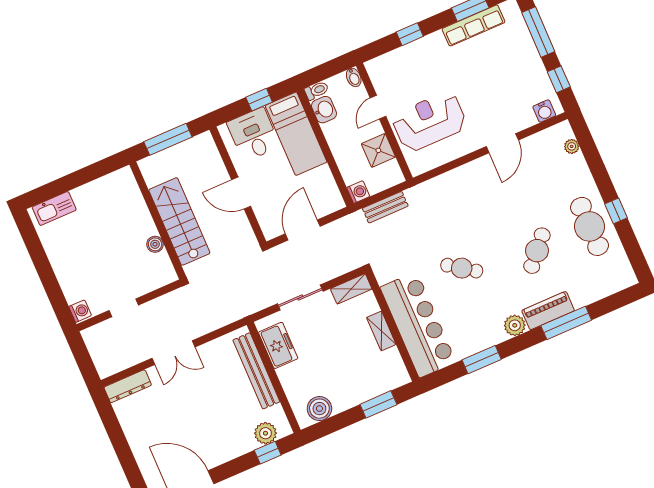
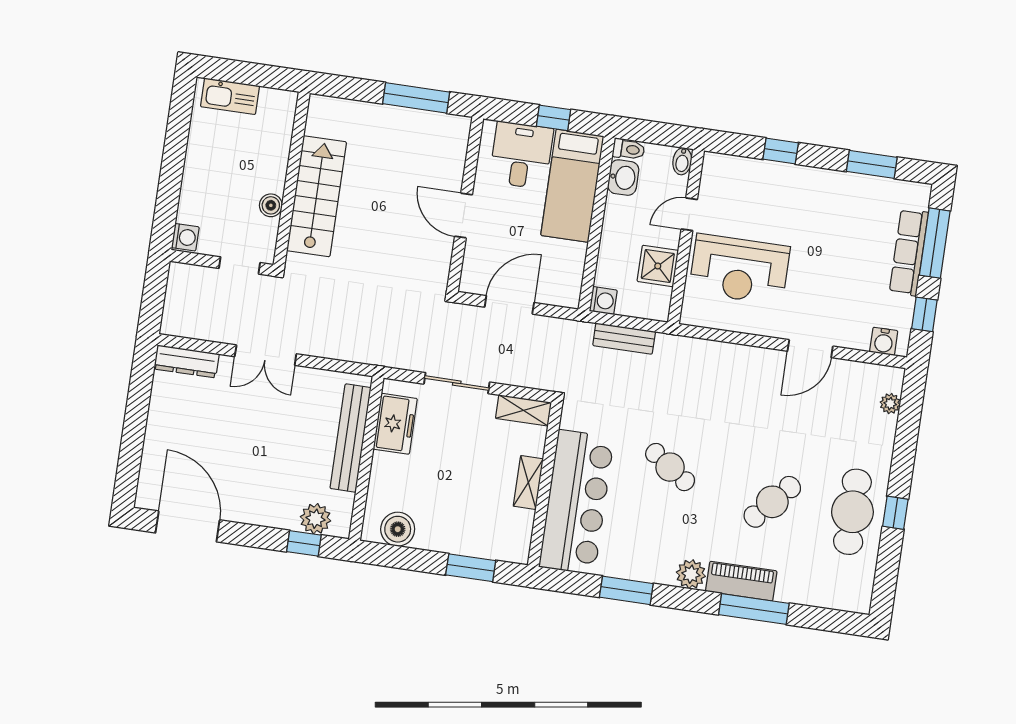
row of seats: (474, 25) -> (909, 252), moved, turned 90
reception desk: (429, 122) -> (739, 269), turned 180
wall: (158, 220) -> (292, 179), moved
stairs: (179, 221) -> (317, 196), moved
boiler: (155, 244) -> (271, 205), moved

